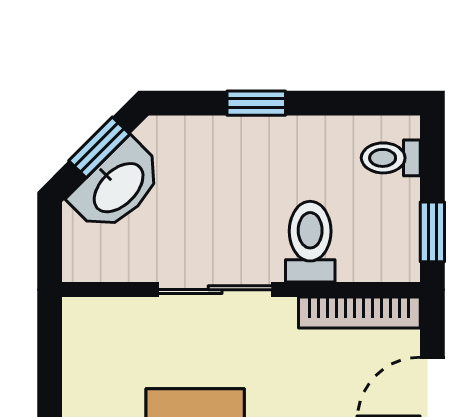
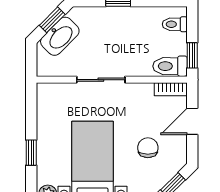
toilet: (310, 242) -> (170, 66), moved, turned -90
bookcase: (359, 313) -> (171, 89), width x0.64

